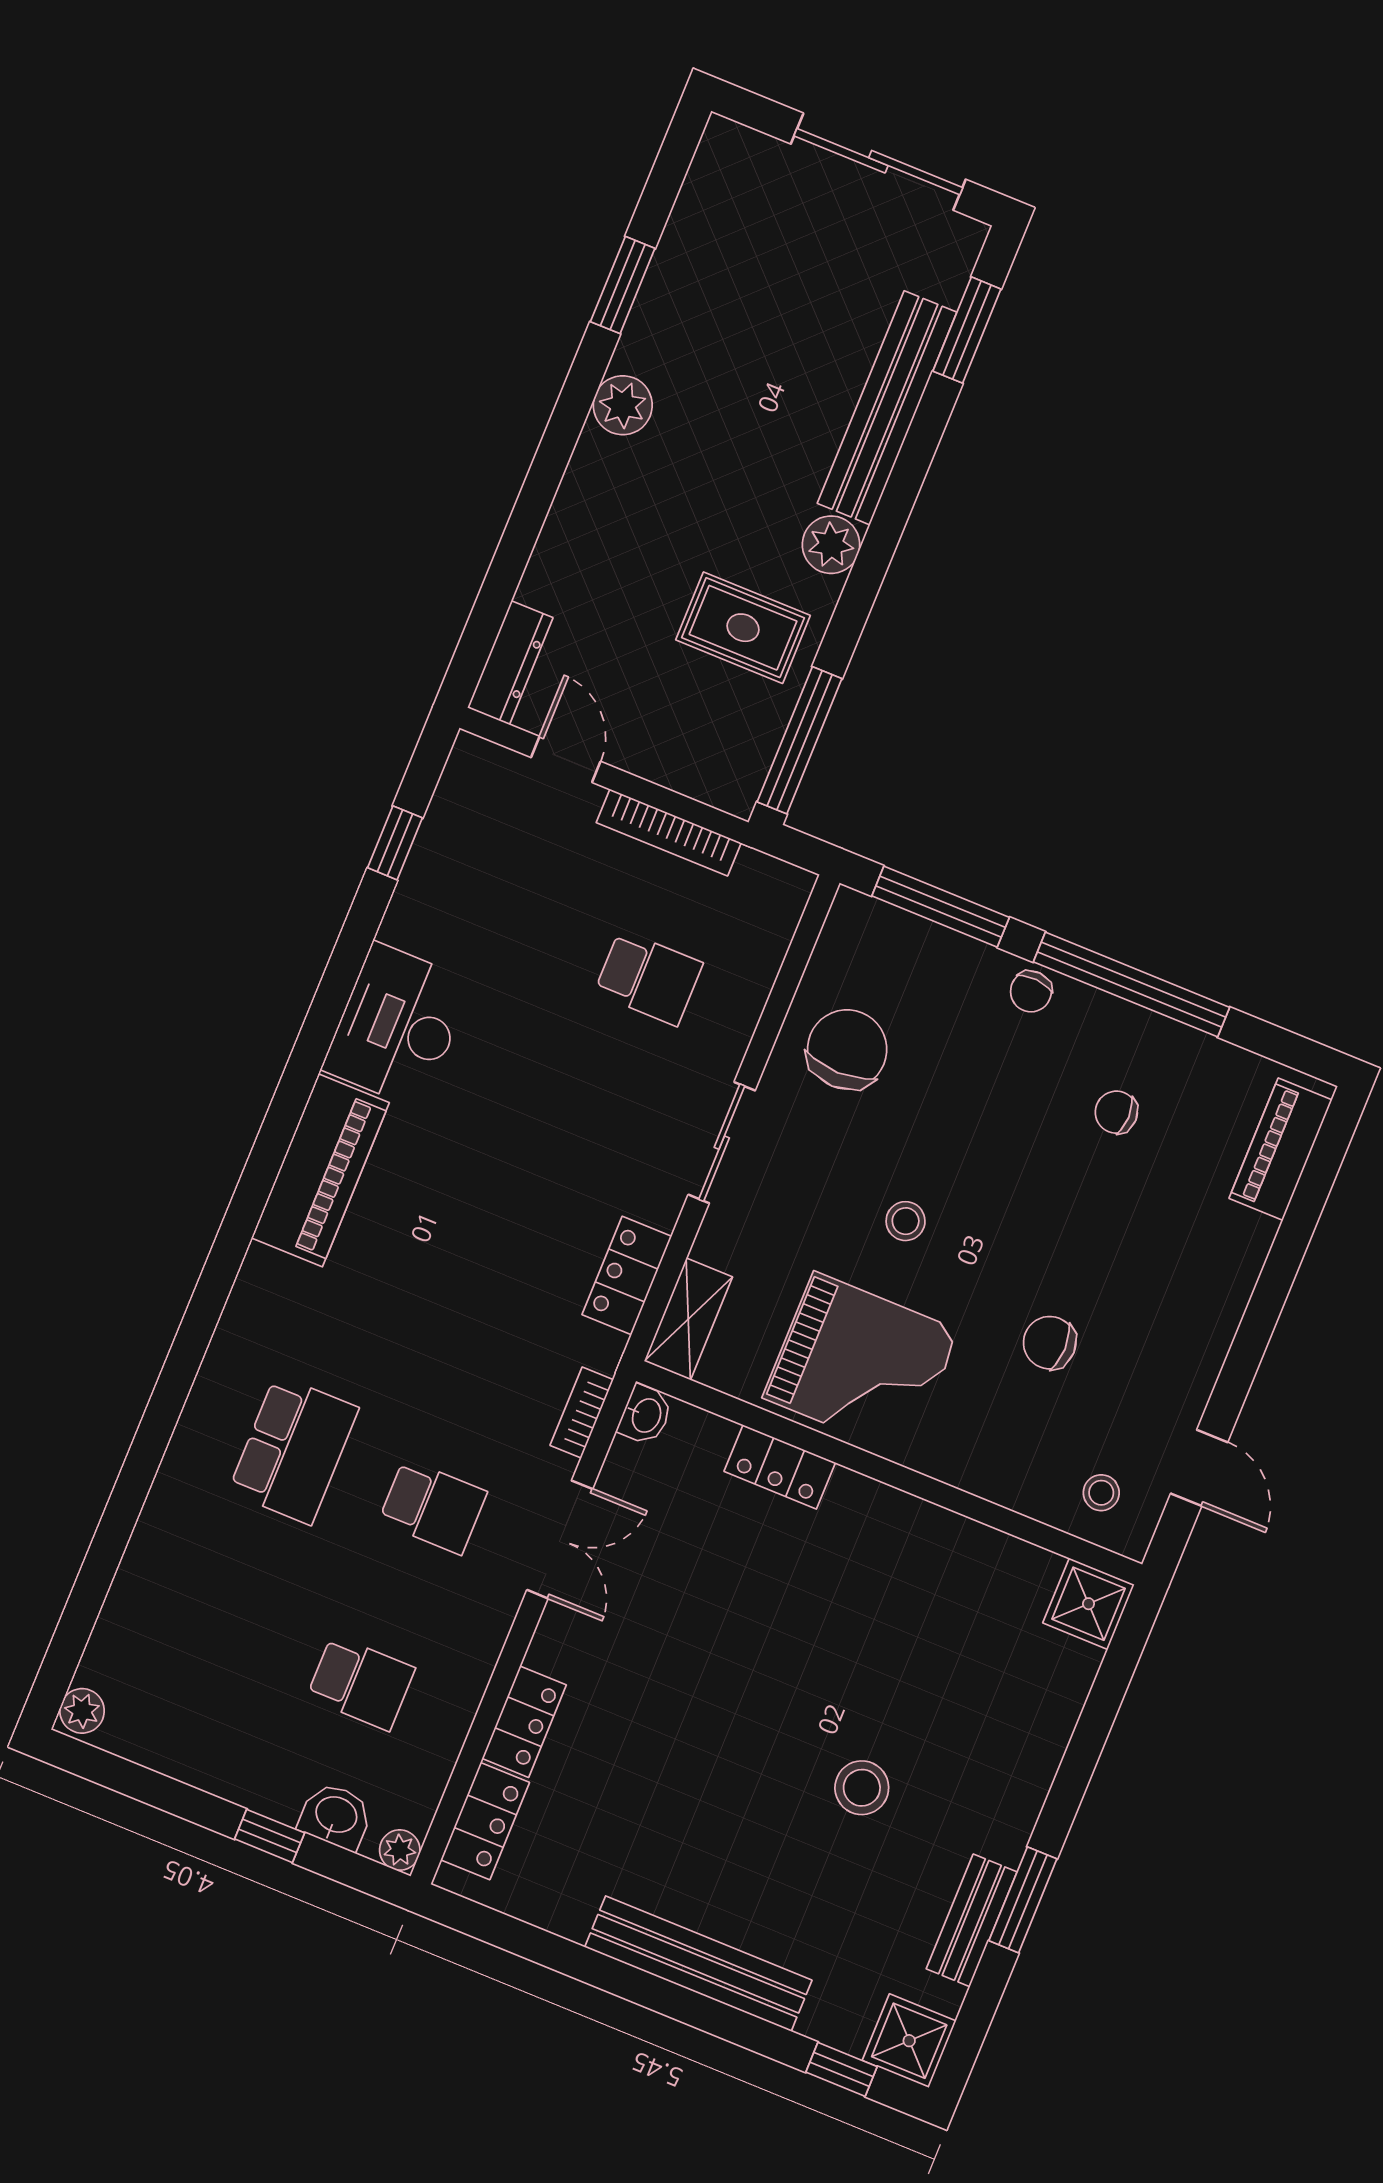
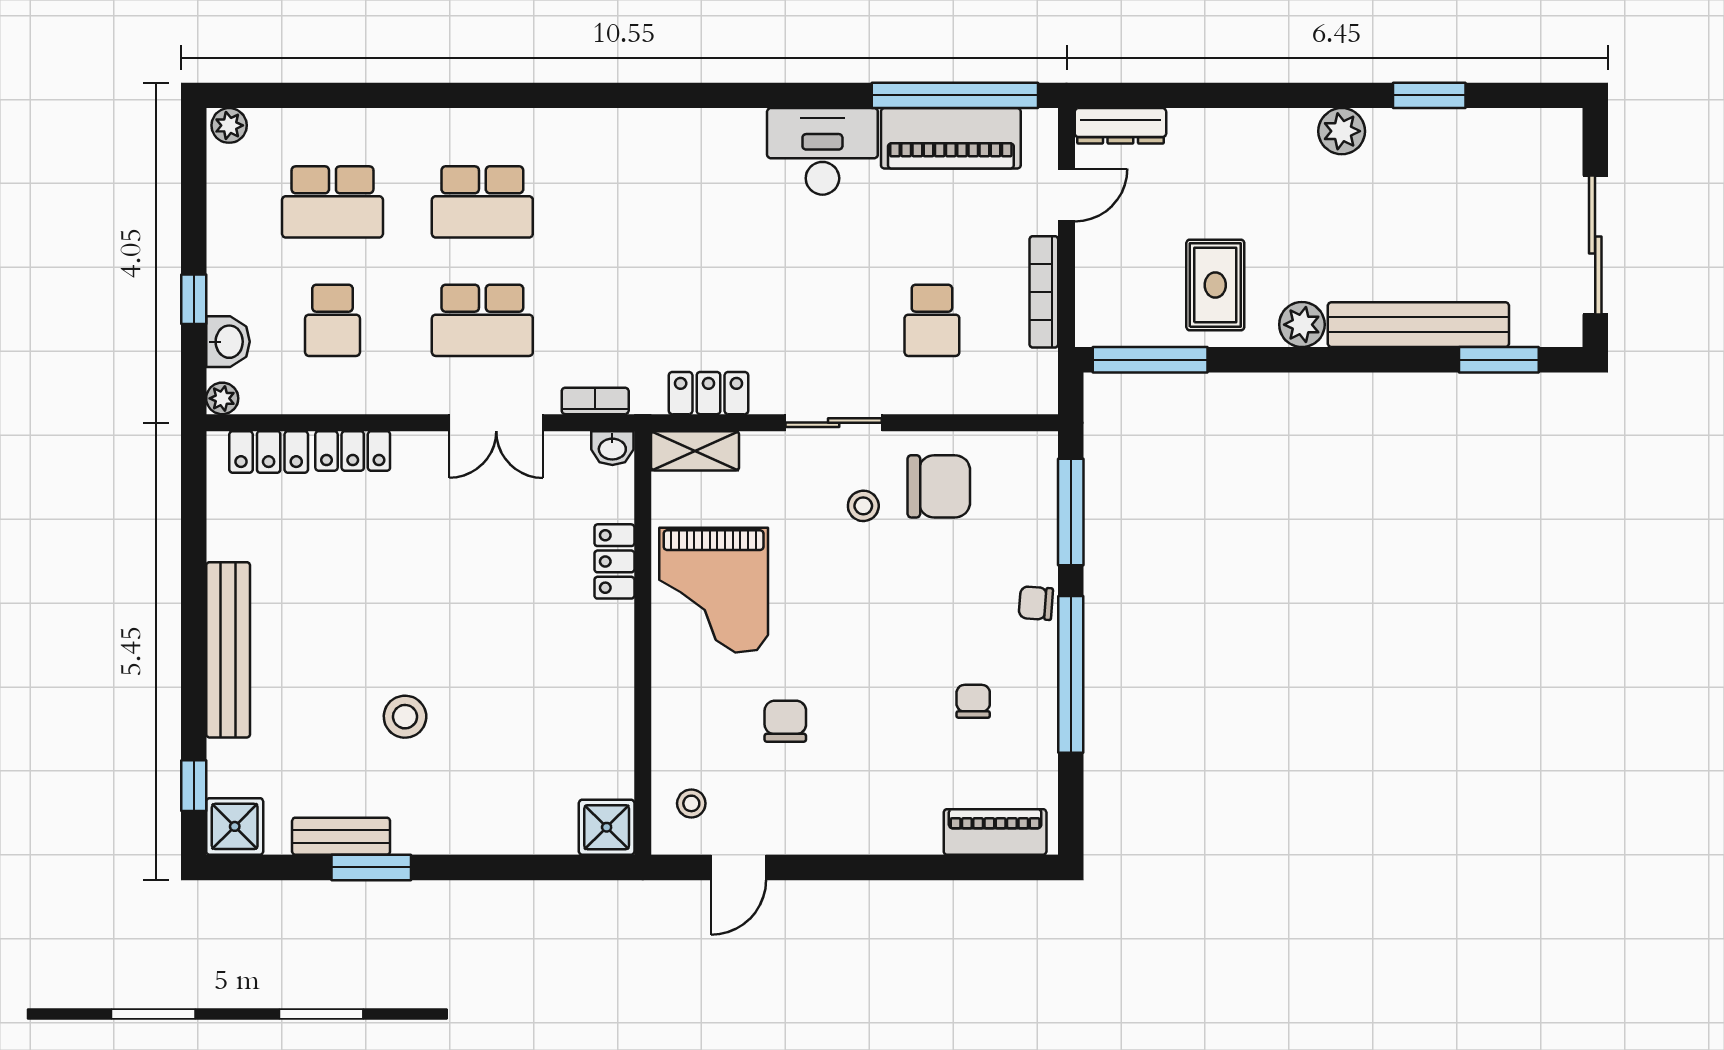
window: (395, 843) -> (955, 95), width x3.17
piano: (320, 1170) -> (951, 138), moved
stool: (906, 1221) -> (863, 506), moved
school desk: (433, 1507) -> (482, 320), width x1.85
school desk: (222, 1626) -> (332, 202), added

